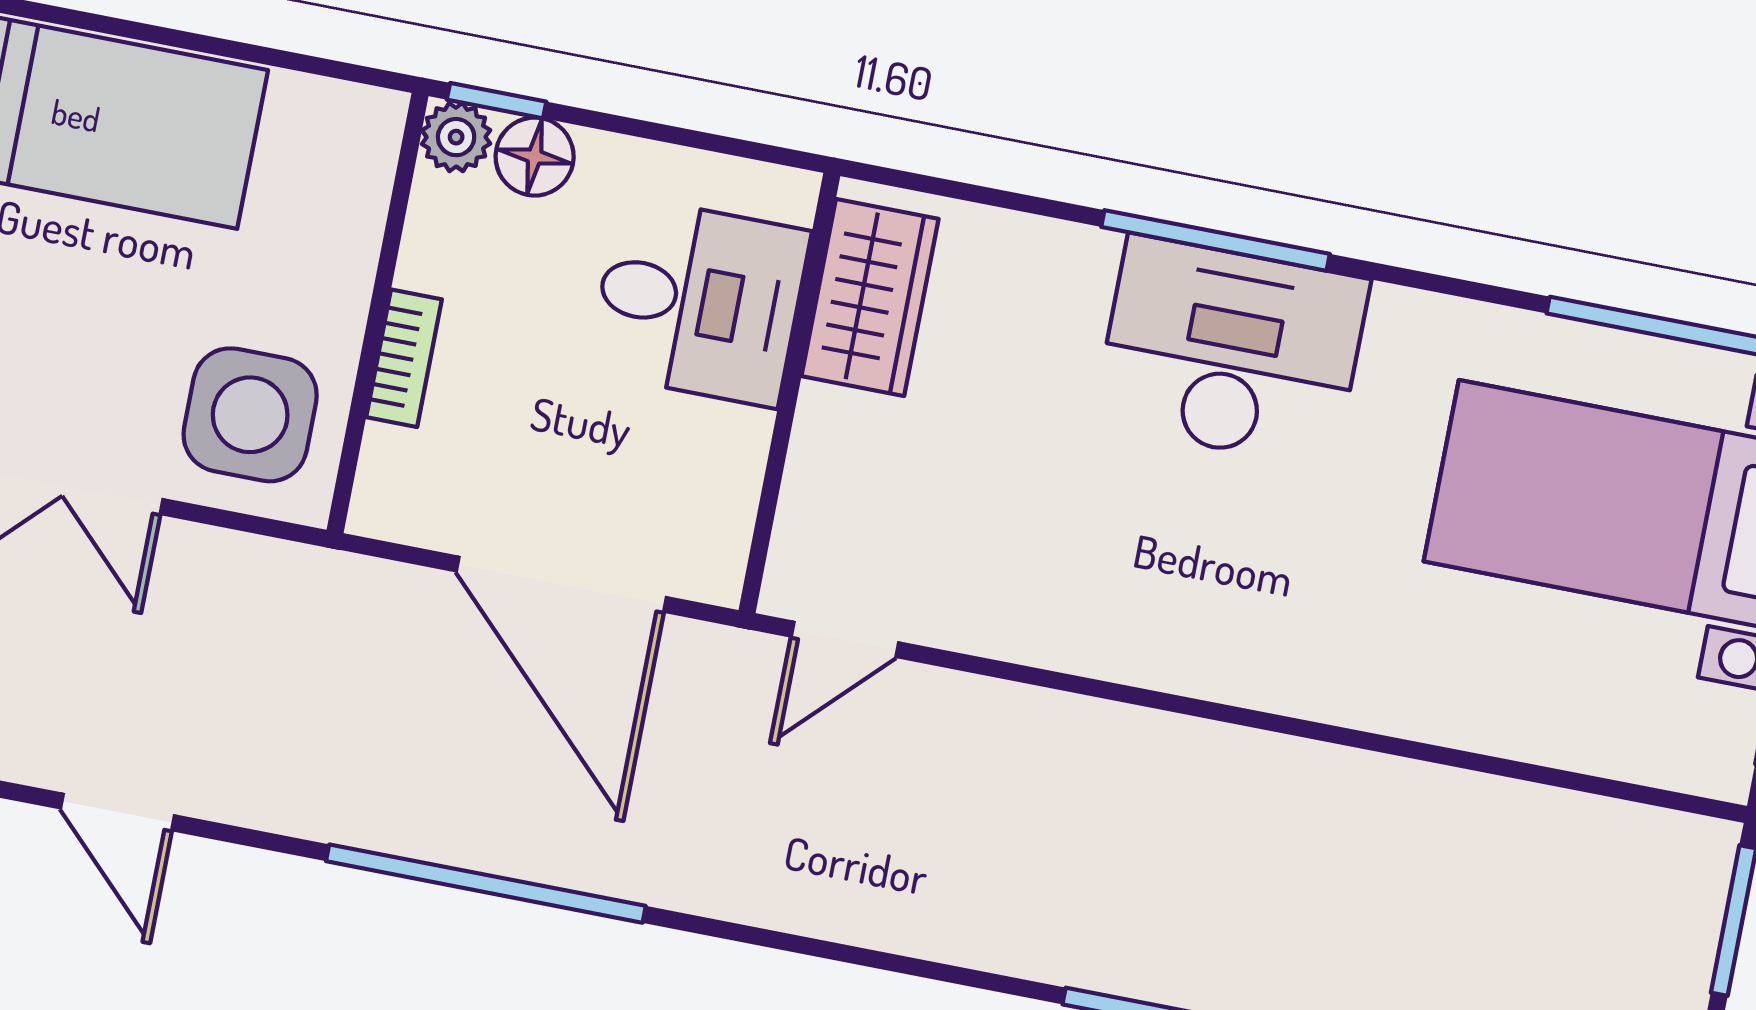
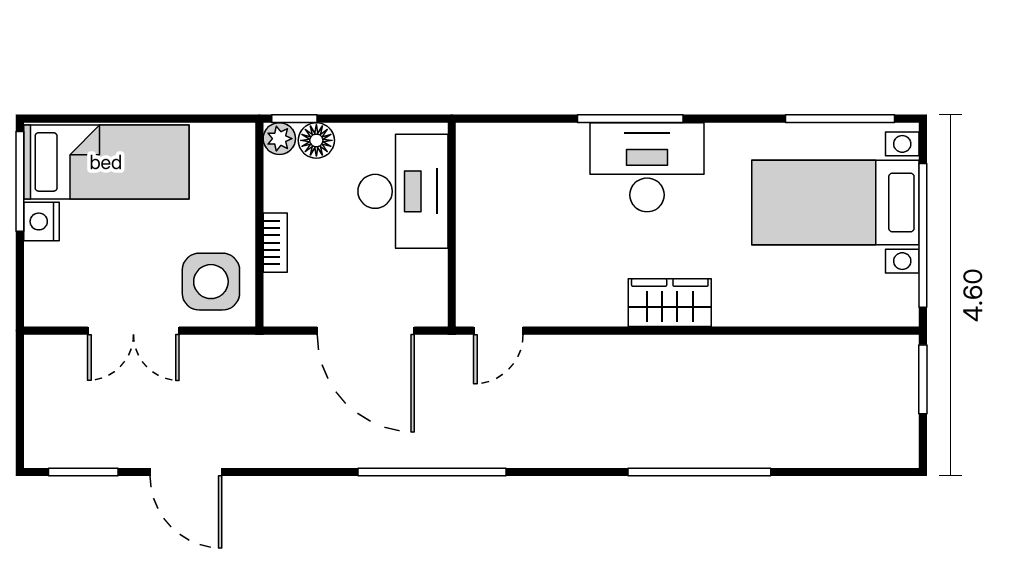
wardrobe: (870, 298) -> (670, 303), moved, turned -90
desk: (699, 301) -> (403, 191), width x1.37
door: (117, 812) -> (186, 472), width x1.38
window: (486, 884) -> (432, 472), moved

